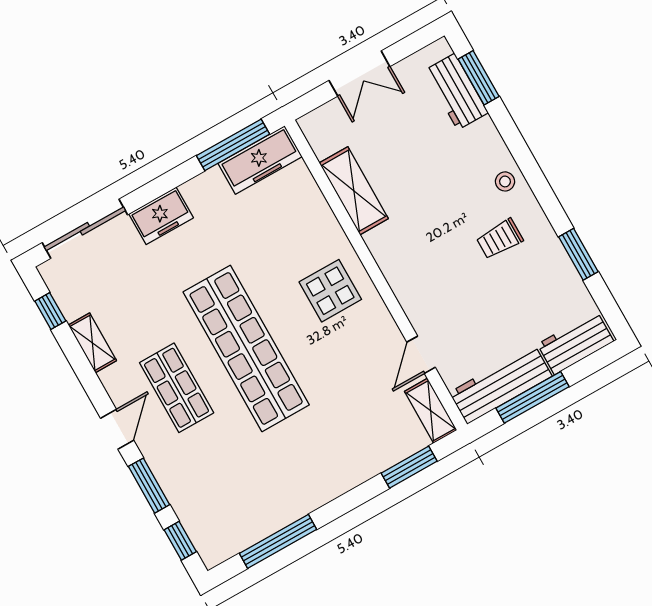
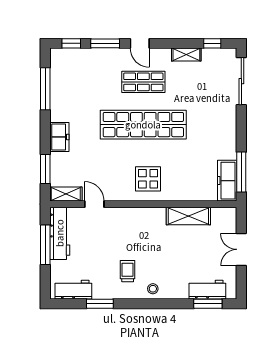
freezer: (161, 216) -> (59, 137), moved, turned 180
workbench: (576, 343) -> (73, 290), moved, turned -90

